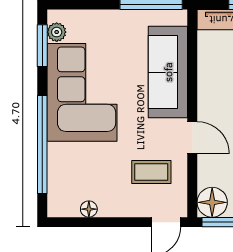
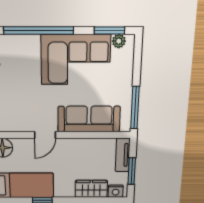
coffee table: (151, 172) -> (21, 108), removed

